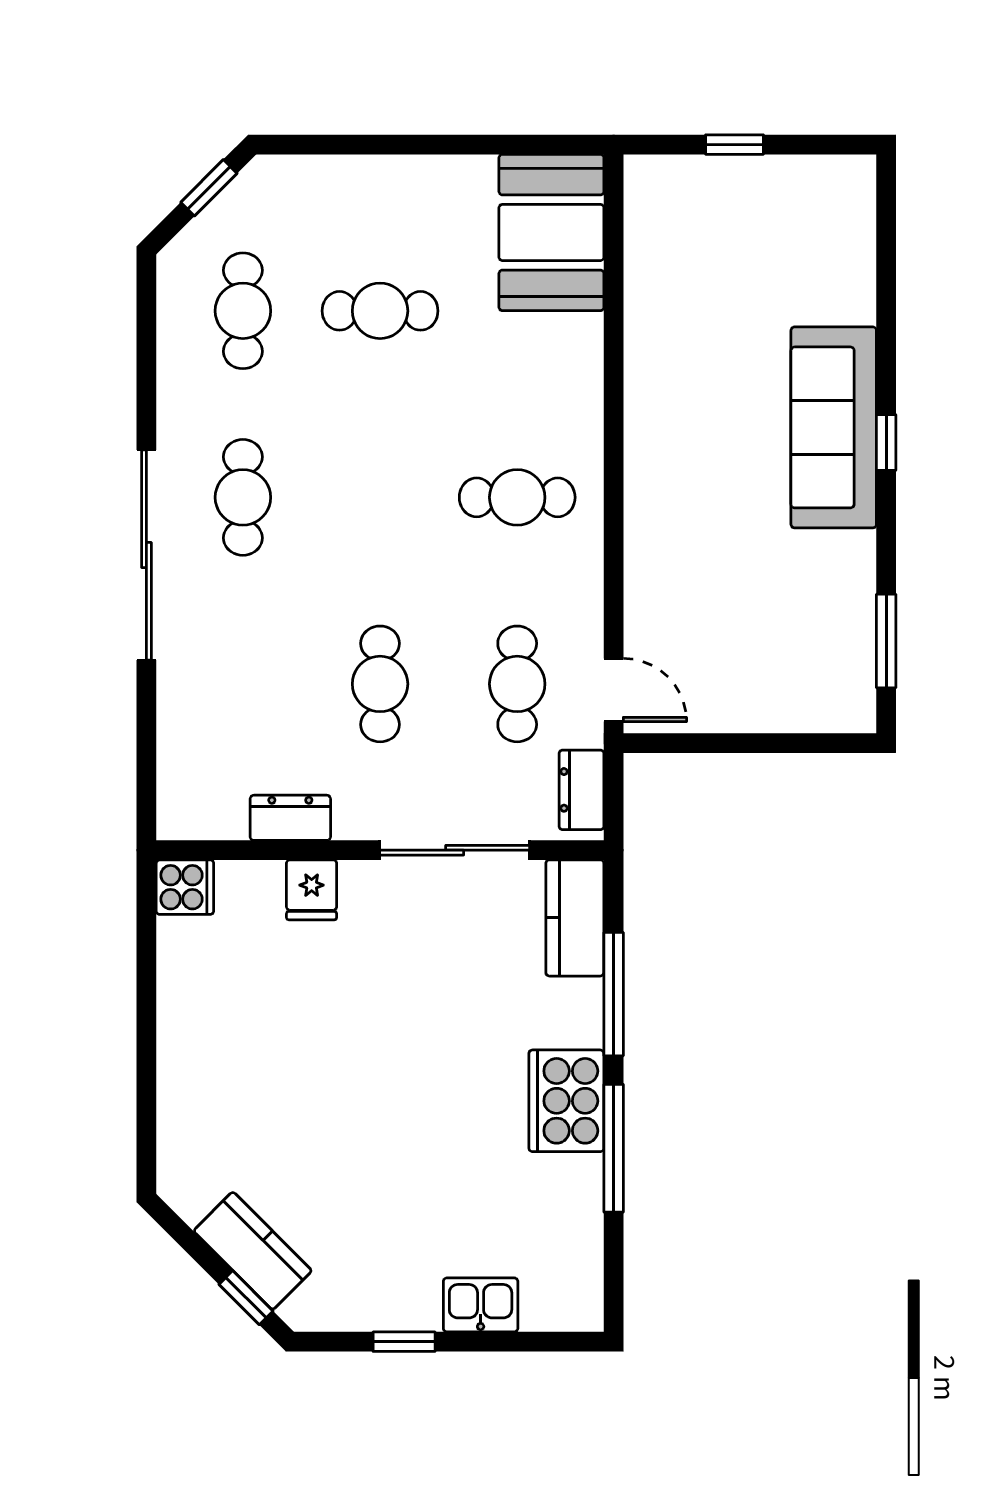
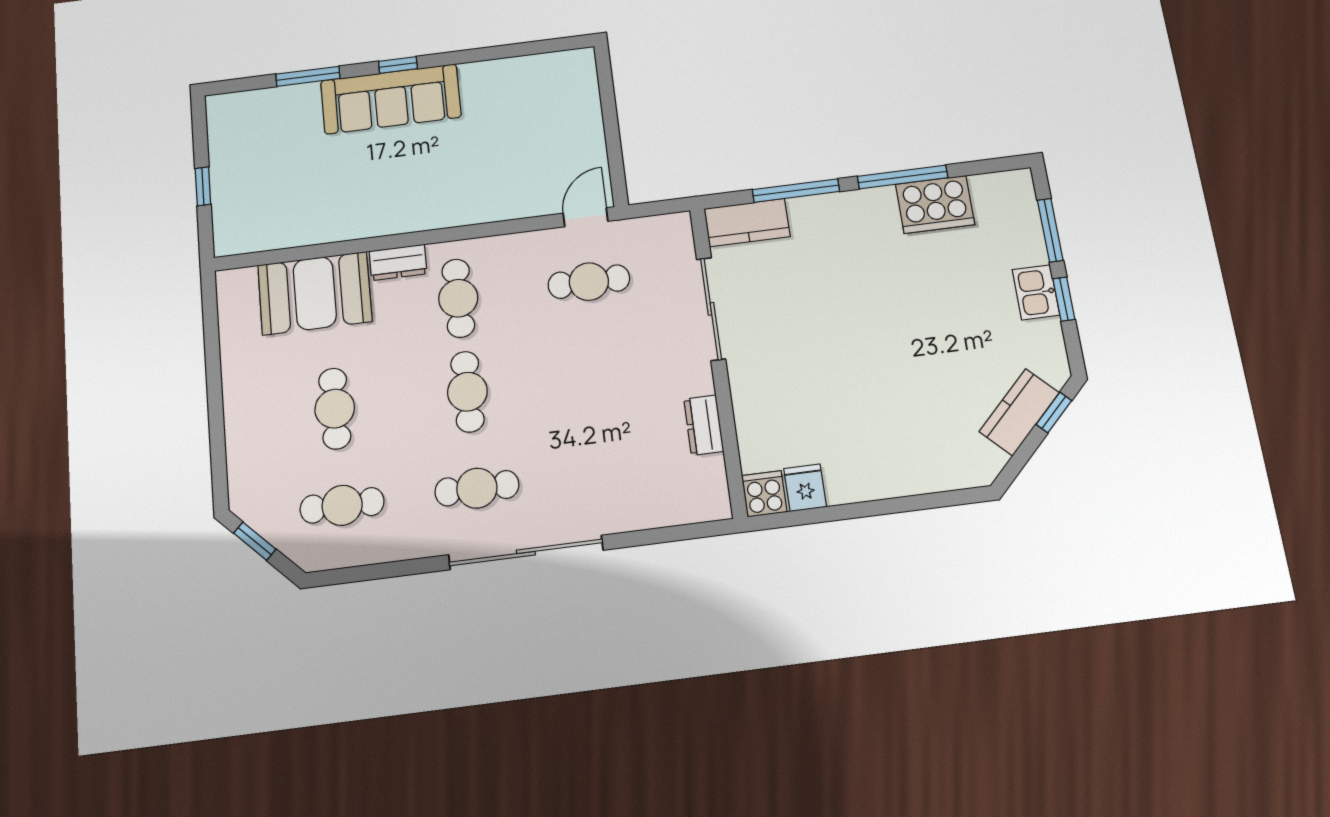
booth: (551, 232) -> (315, 293), moved
window: (886, 641) -> (308, 76), moved
cafe table: (380, 684) -> (467, 392), moved, turned 90
dresser: (581, 790) -> (398, 262), moved
fridge: (312, 890) -> (805, 488), moved, turned -90
cooker: (566, 1101) -> (935, 204), moved
kitchen sink: (481, 1305) -> (1036, 292), moved
window: (507, 1342) -> (1050, 230), added

